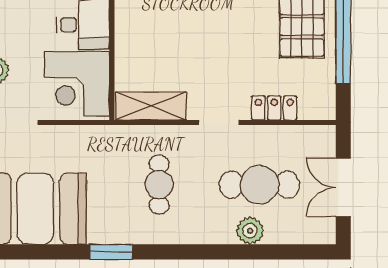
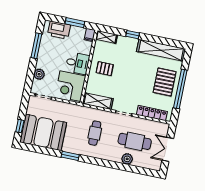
pallet: (151, 24) -> (105, 69), added
locker: (274, 108) -> (152, 113), width x1.53

